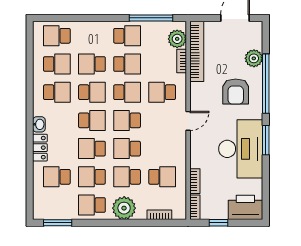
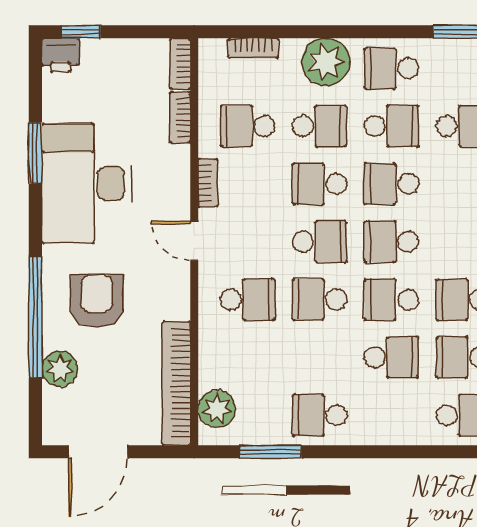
window: (151, 18) -> (270, 452), width x0.69
bookcase: (182, 61) -> (208, 183), moved
school desk: (127, 64) -> (320, 357), removed
door: (188, 121) -> (194, 241), hinge flipped
window: (266, 140) -> (35, 153), moved
school desk: (92, 149) -> (391, 184), turned 180
school desk: (127, 149) -> (320, 184), turned 180
school desk: (92, 205) -> (391, 68), turned 180
printer: (245, 207) -> (61, 55), width x0.53, depth x0.68
window: (219, 223) -> (81, 32), moved

